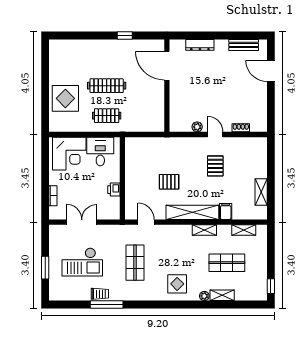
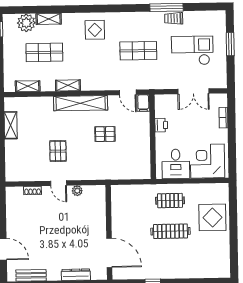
filing cabinet: (226, 211) -> (143, 103), moved
shop shelf: (135, 263) -> (138, 51), turned 90
plant: (204, 296) -> (26, 23), moved, width x1.87, depth x1.87

